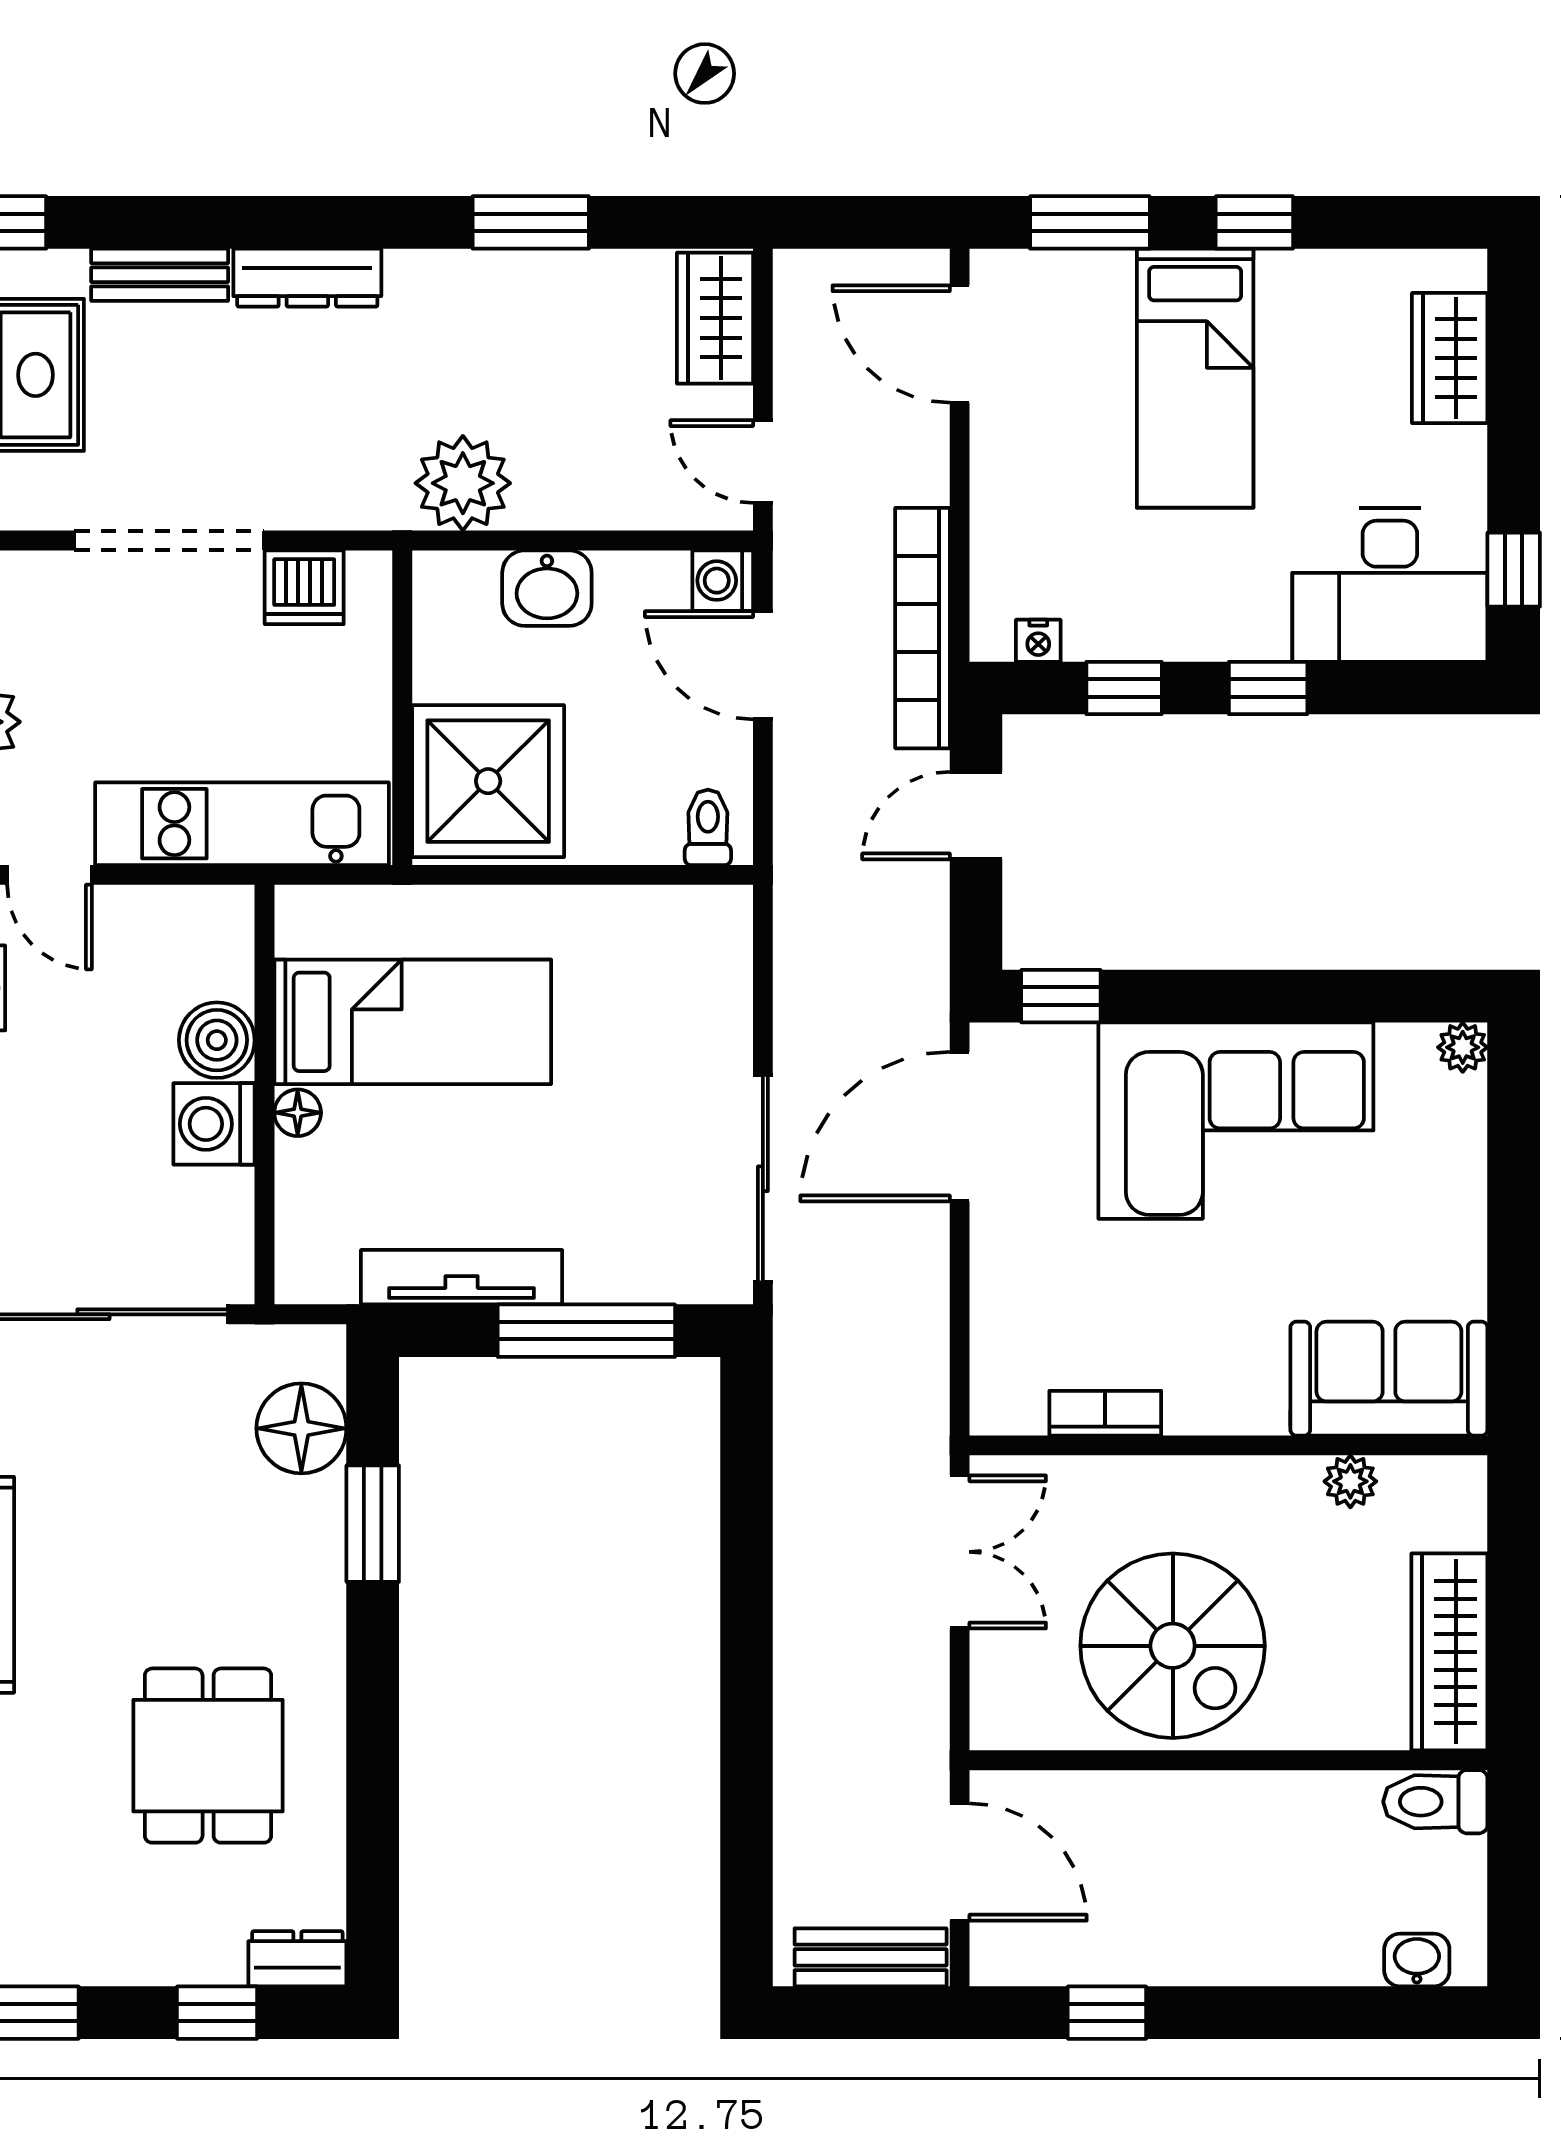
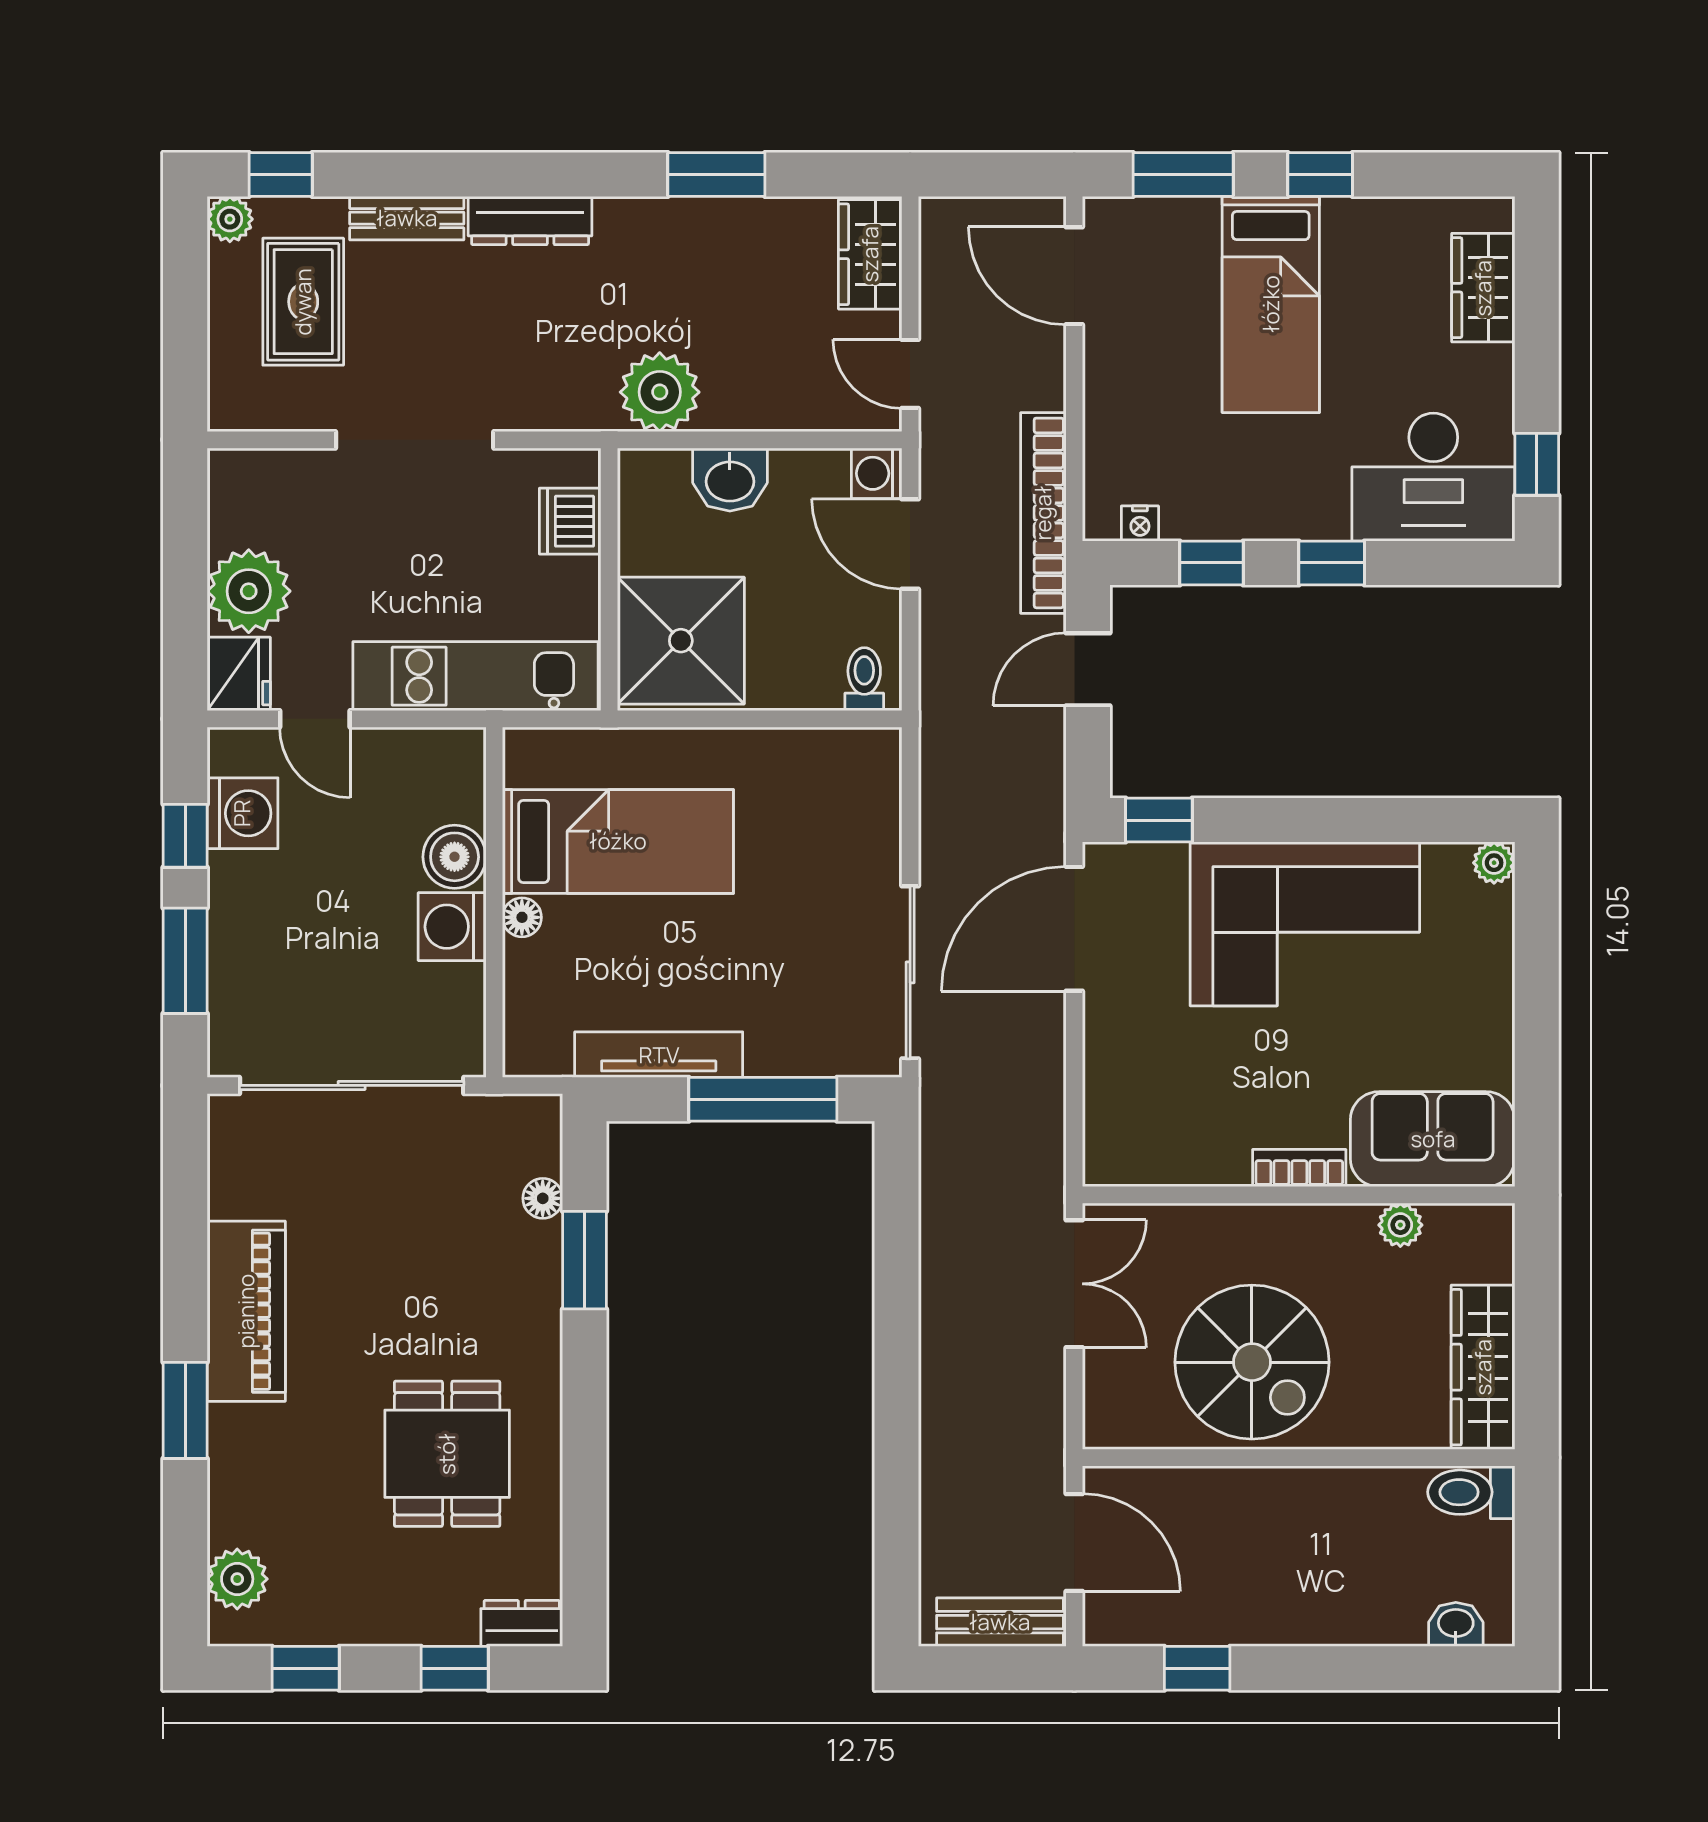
dishwasher: (304, 587) -> (570, 521), moved, turned 90
bookcase: (1105, 1413) -> (1299, 1168), moved
floor lamp: (301, 1428) -> (543, 1198), width x0.53, depth x0.53

